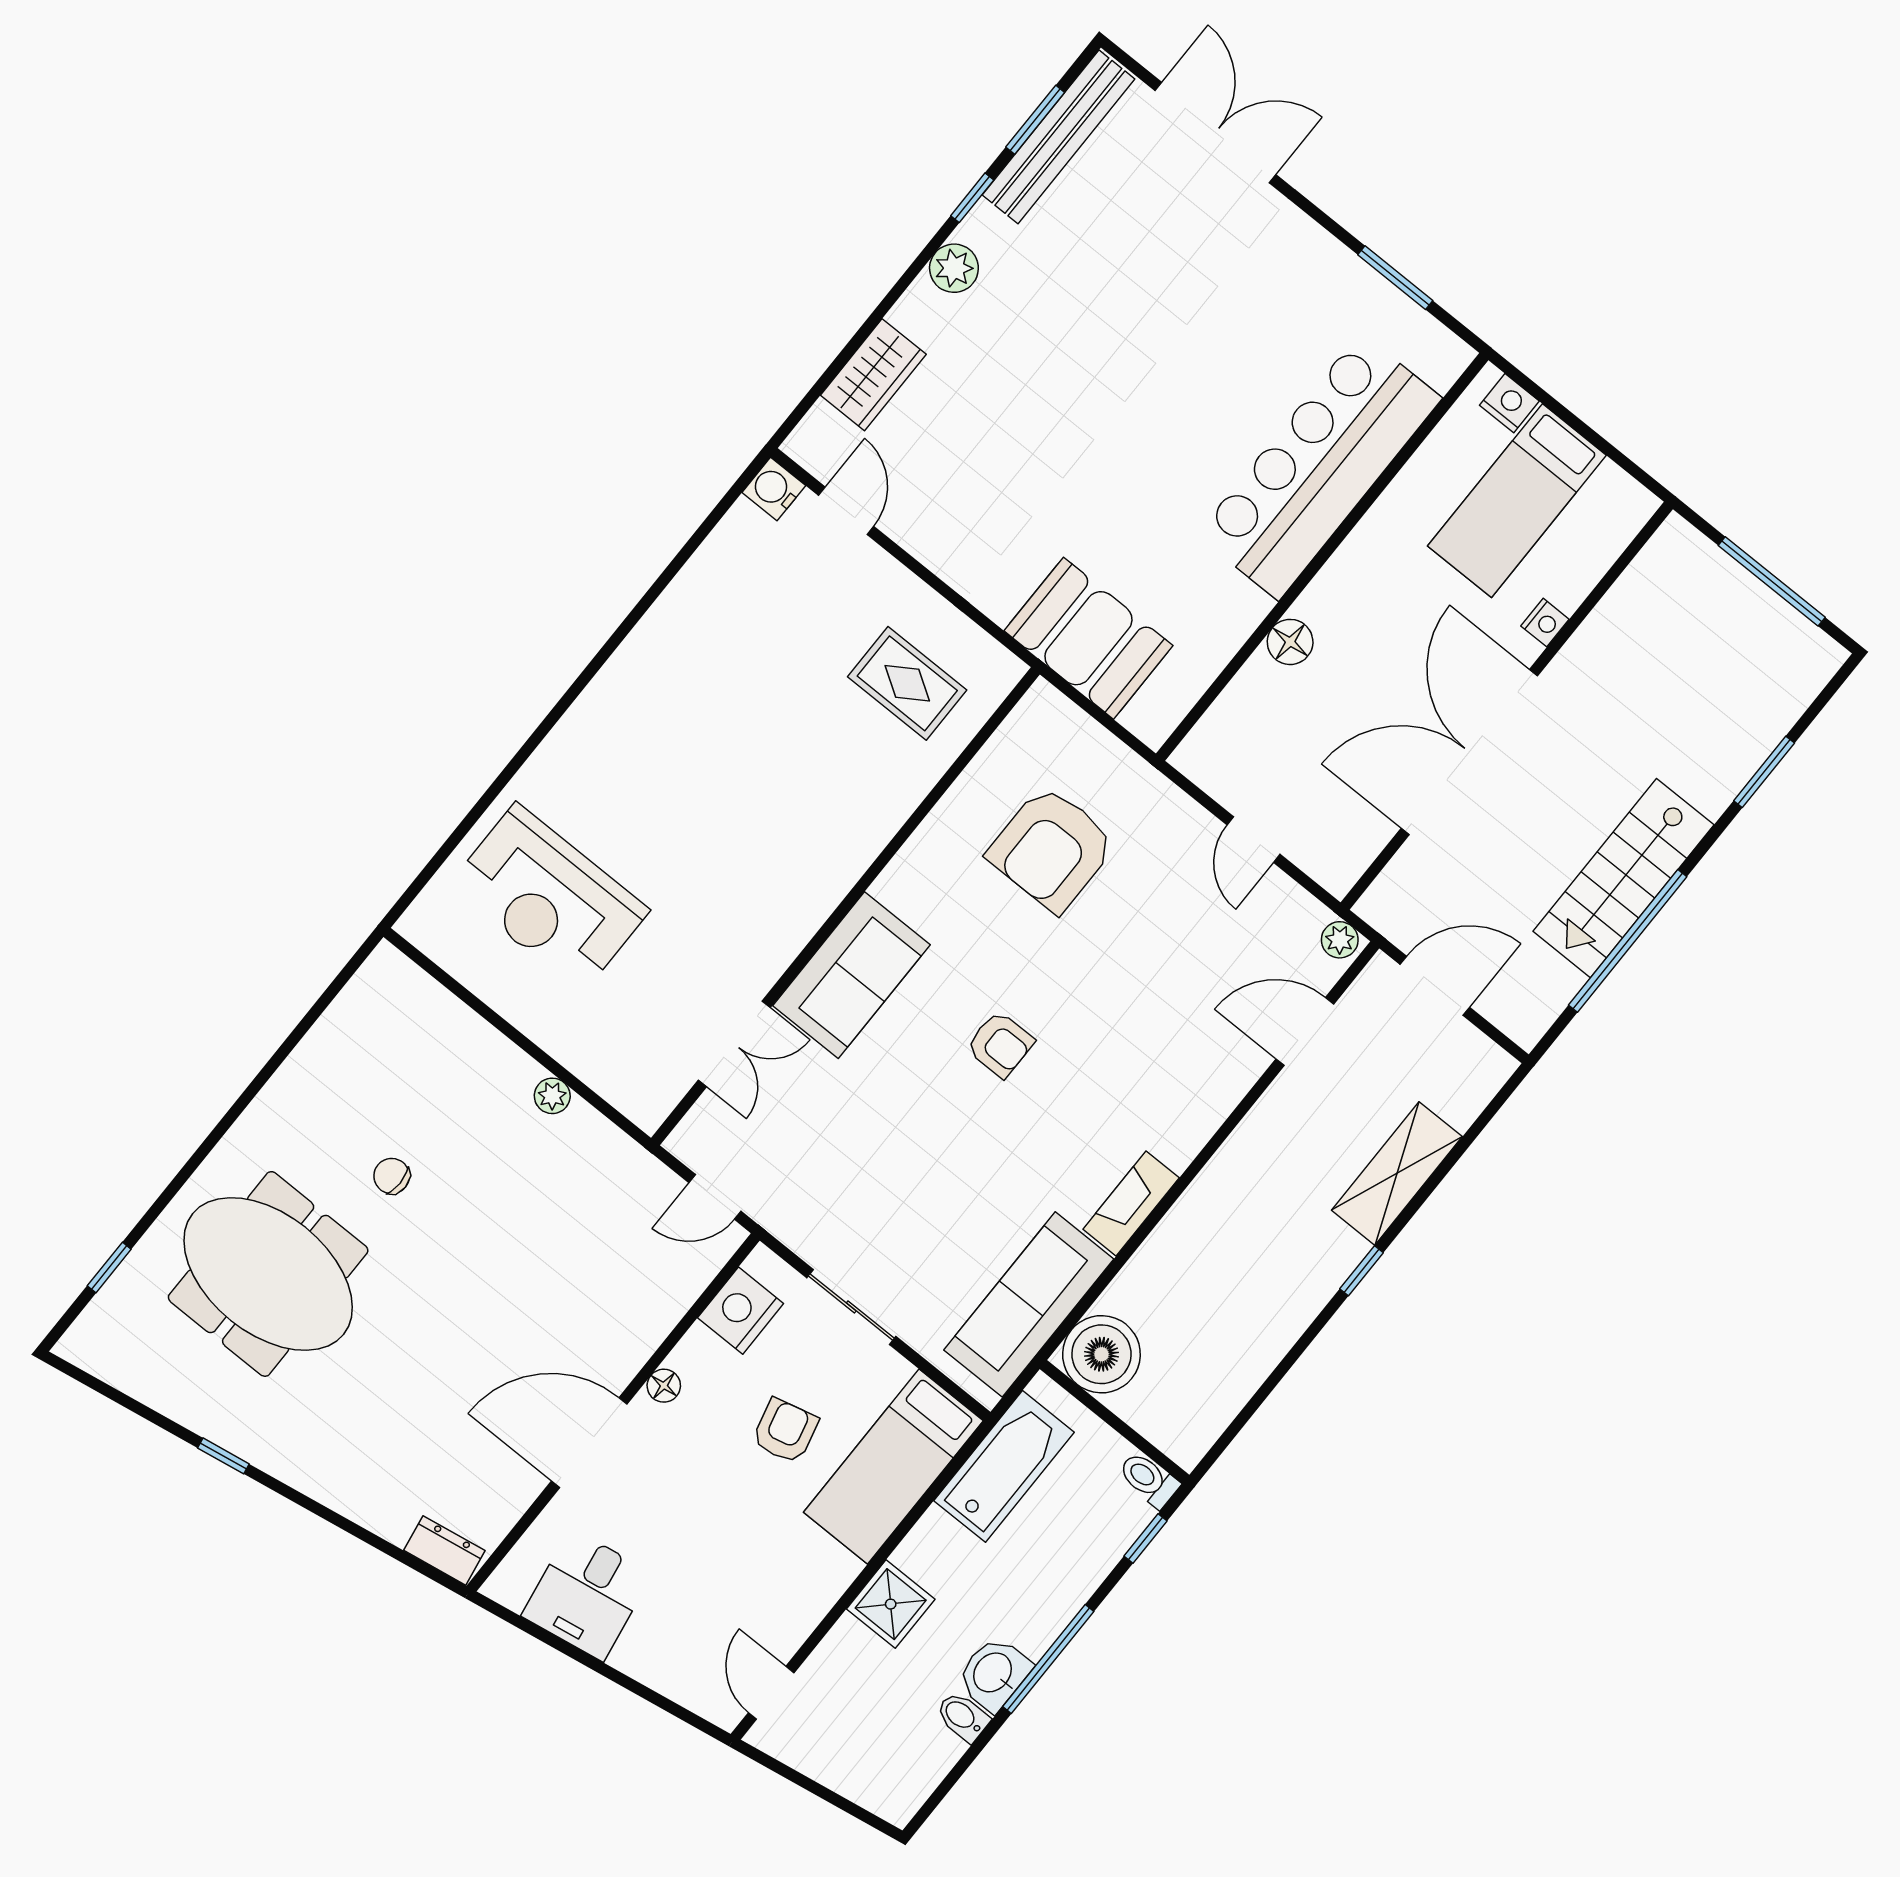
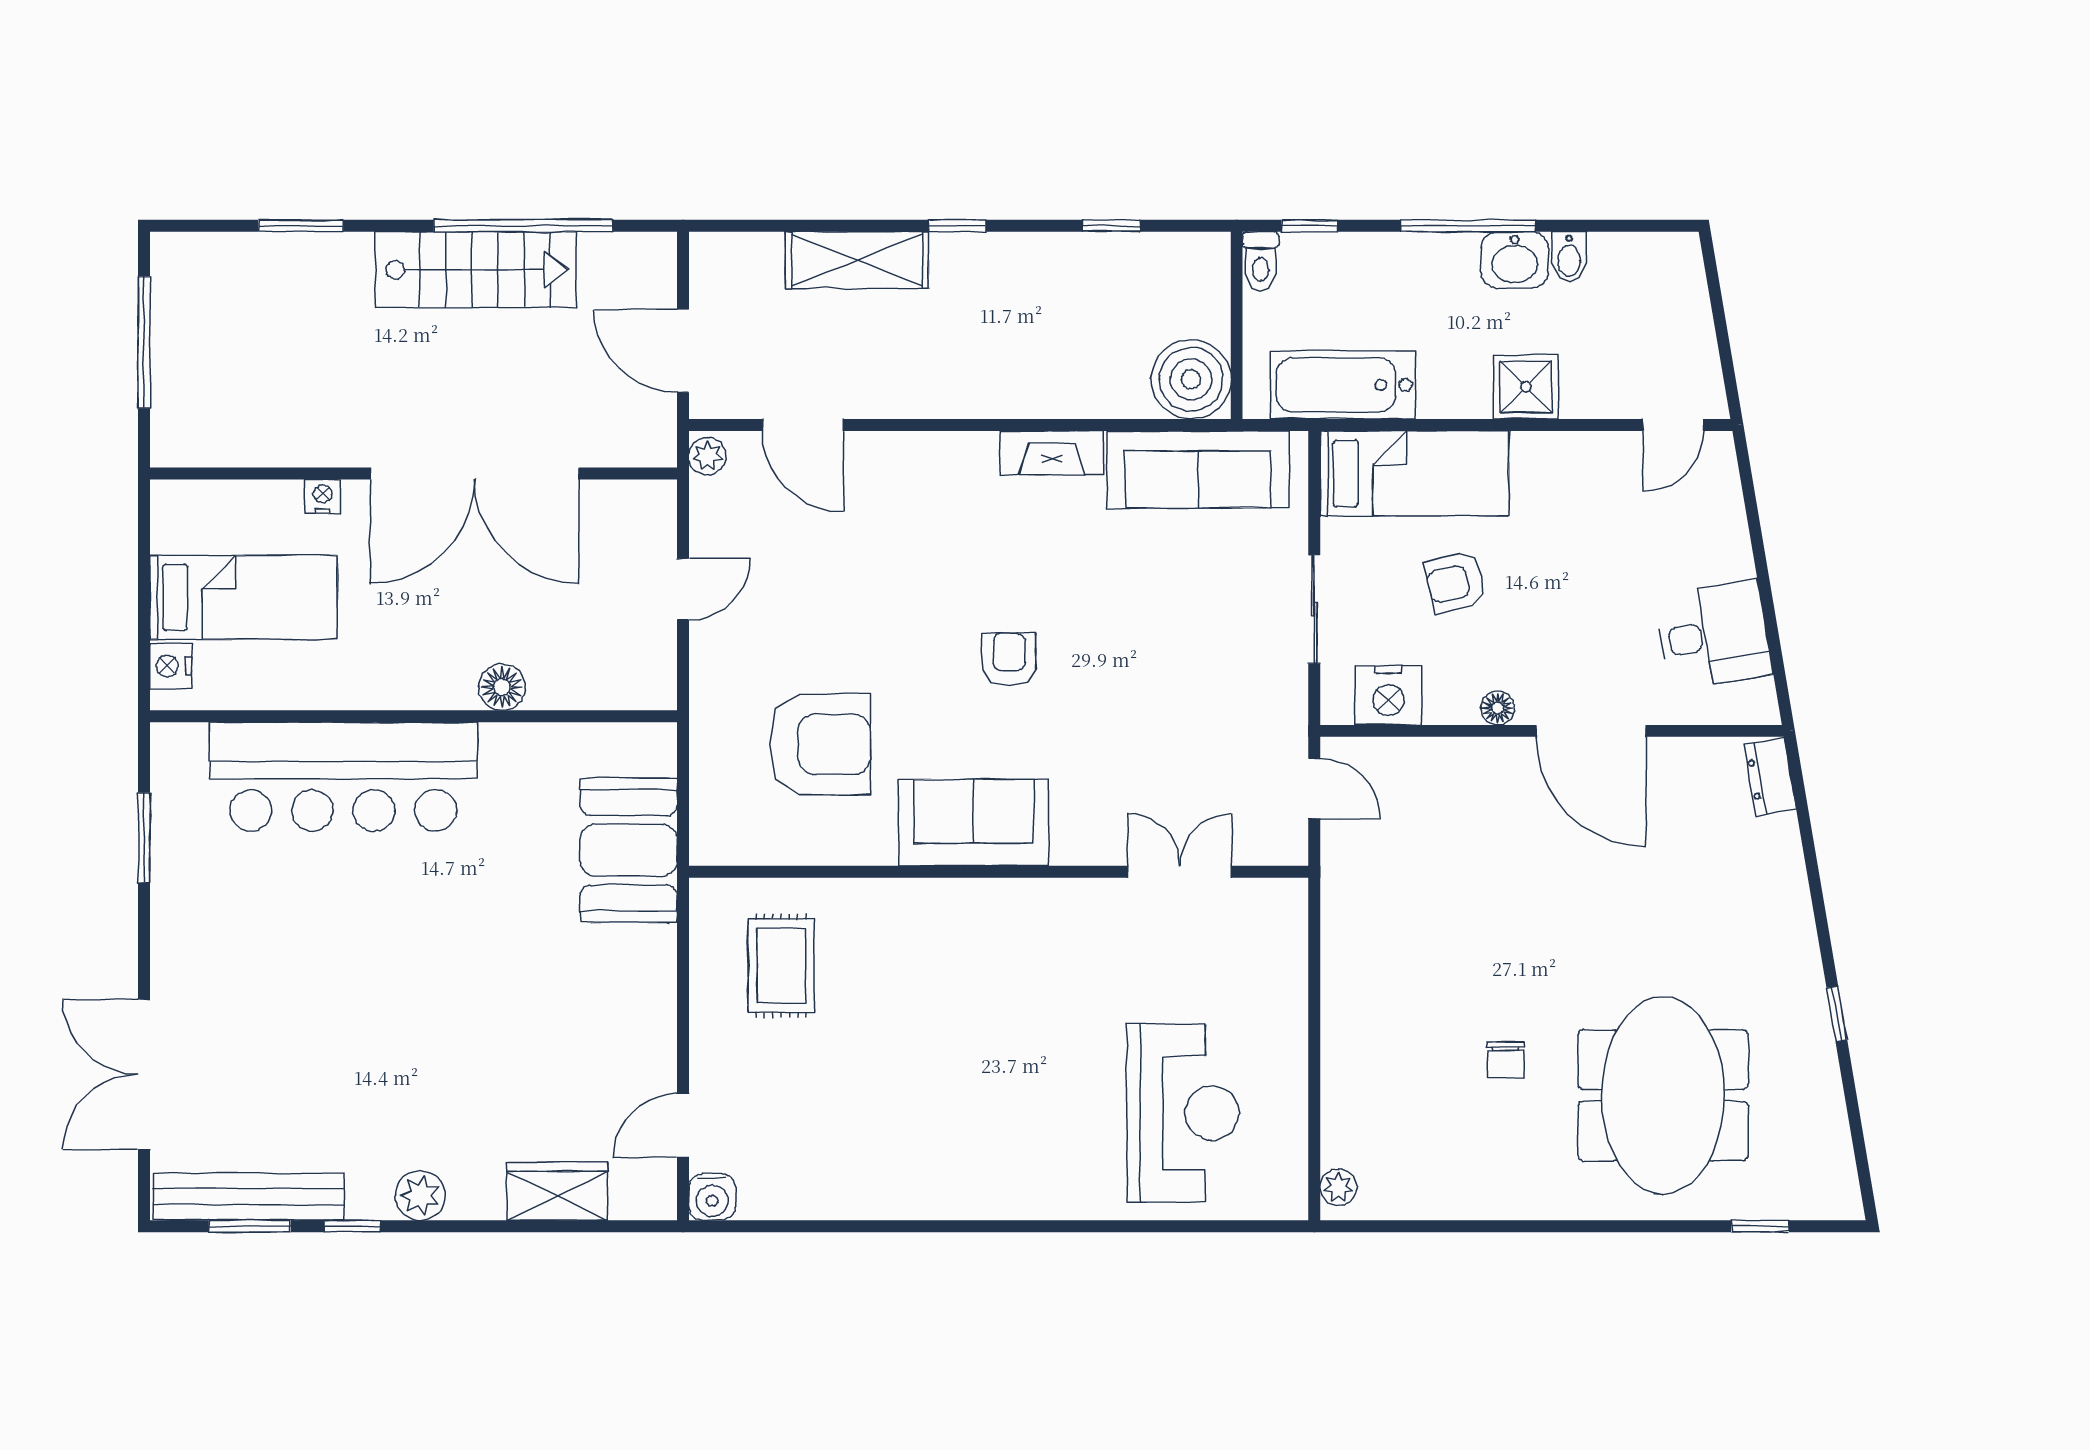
sofa: (851, 975) -> (974, 823), moved
plant: (552, 1096) -> (1338, 1187), moved
window: (1267, 1388) -> (1112, 226), added

